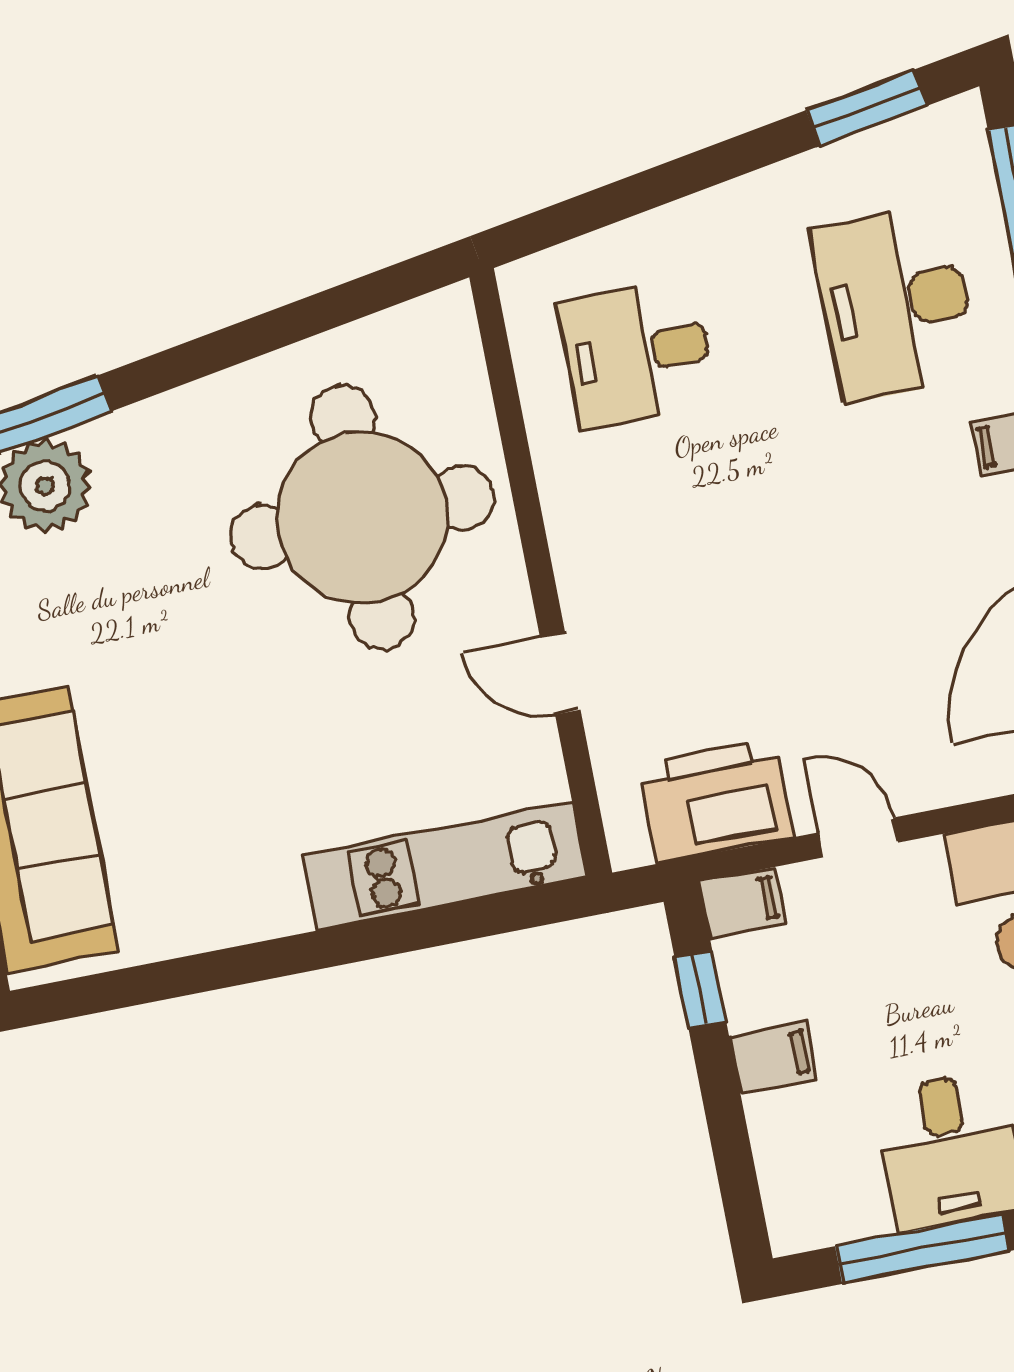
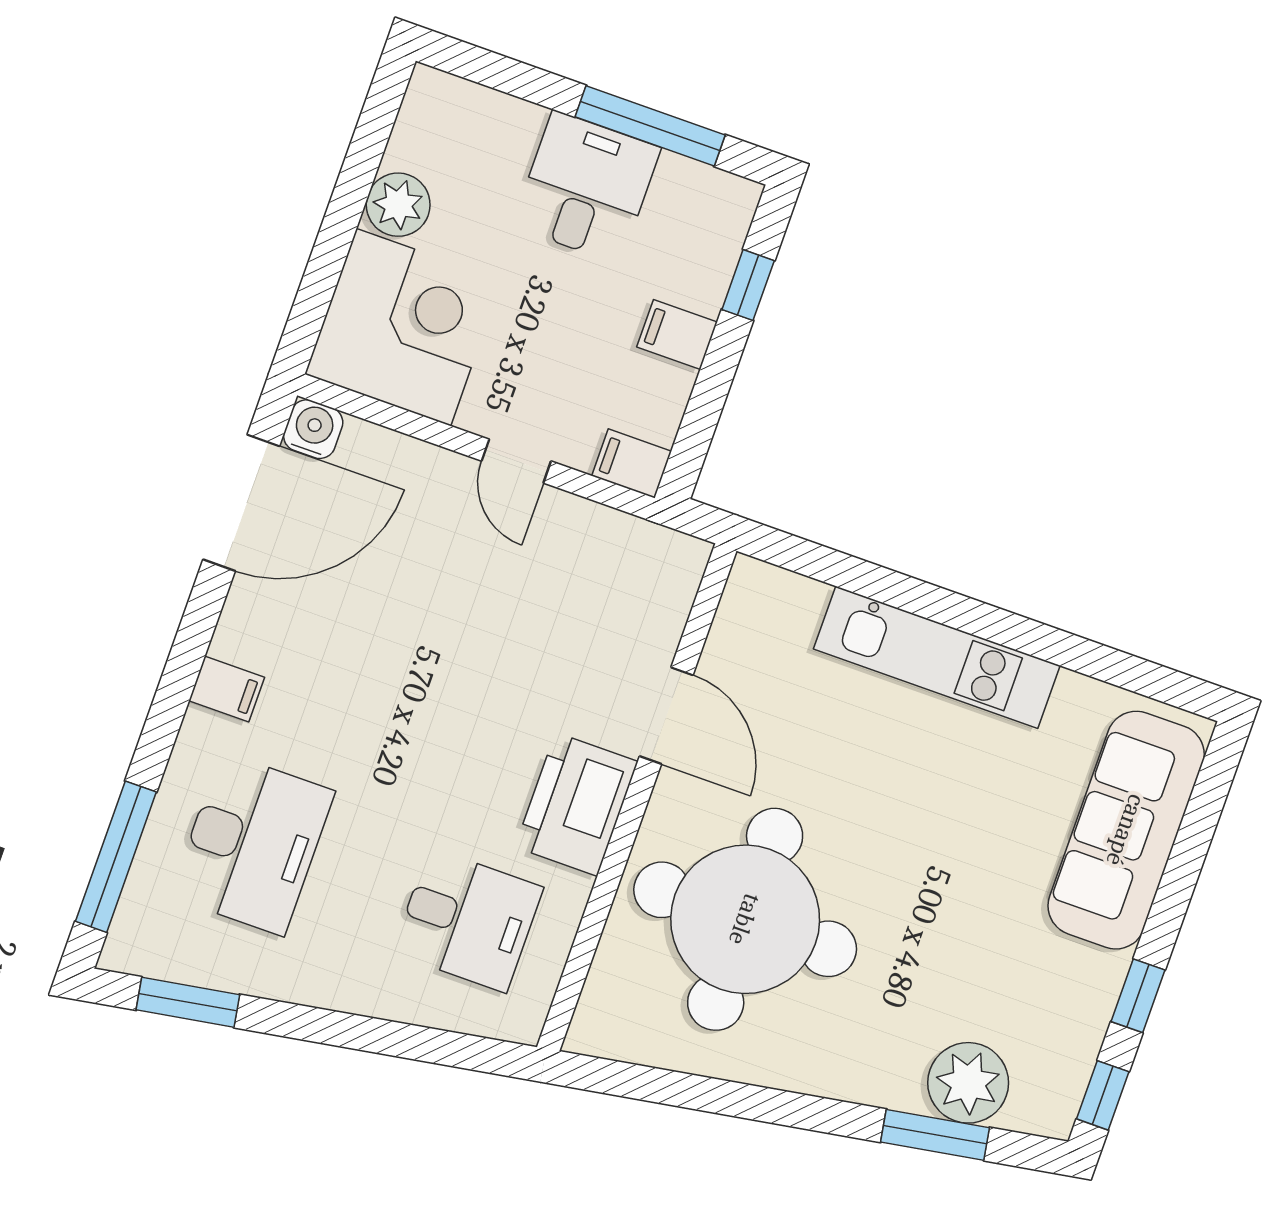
door: (560, 673) -> (666, 716), width x1.37
printer: (716, 801) -> (576, 804), moved, turned 90
kitchen unit: (445, 866) -> (937, 657), moved
window: (700, 989) -> (748, 285), moved

